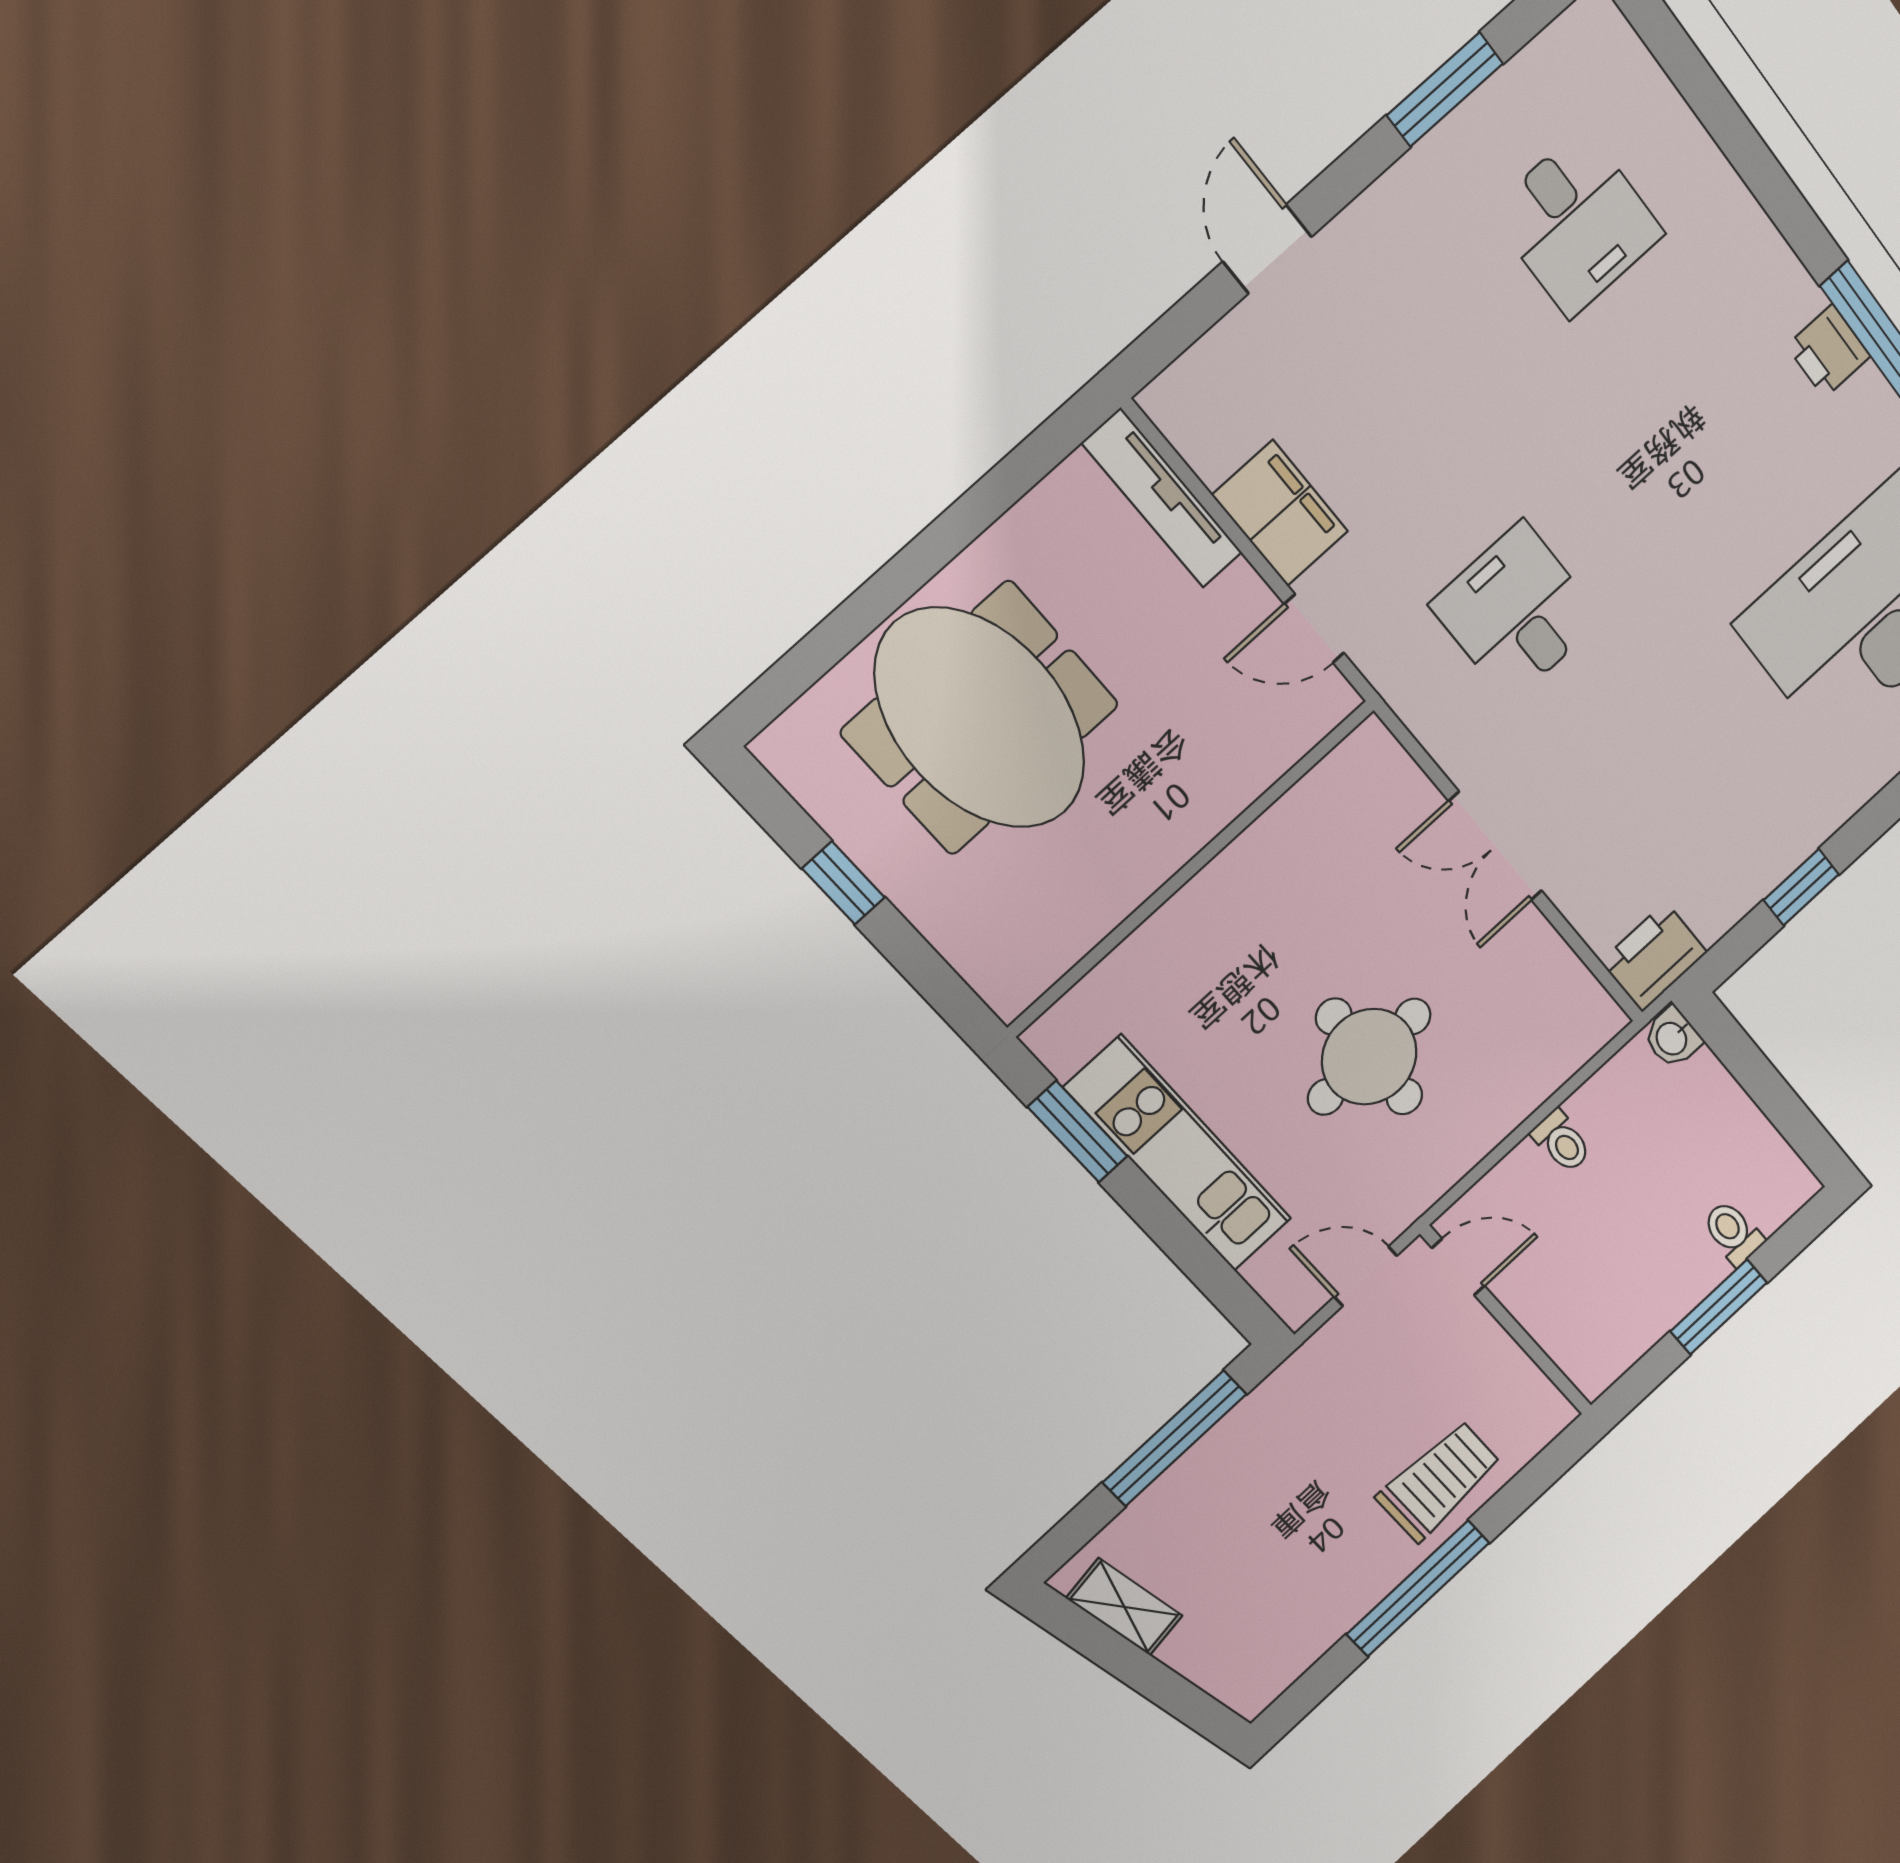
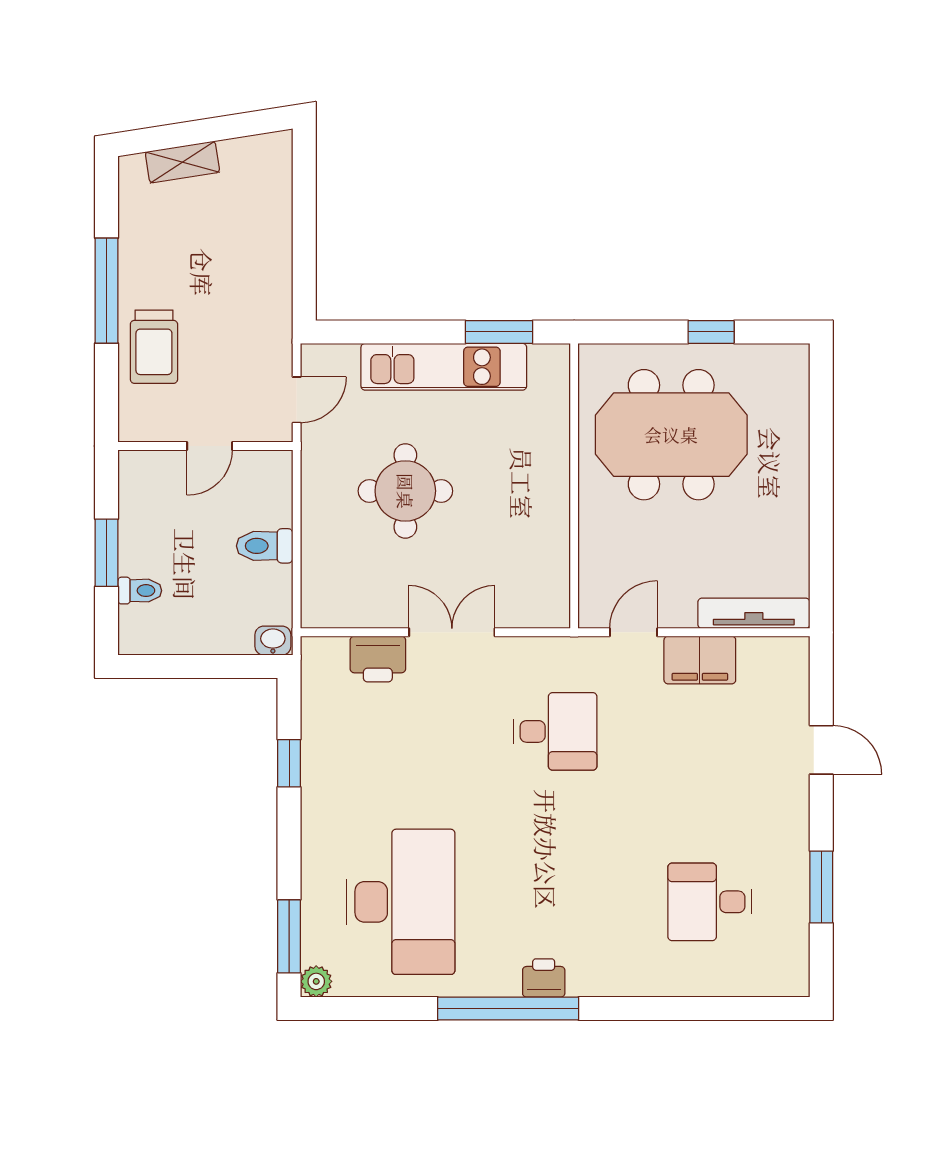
meeting table: (980, 718) -> (671, 435), moved
printer: (1654, 957) -> (378, 659), moved, turned 90
toilet: (1562, 1141) -> (265, 546), width x1.37, depth x1.39
door: (1458, 1267) -> (210, 446), moved
window: (1175, 1438) -> (304, 247), removed
shelving: (1124, 1607) -> (182, 162), moved

